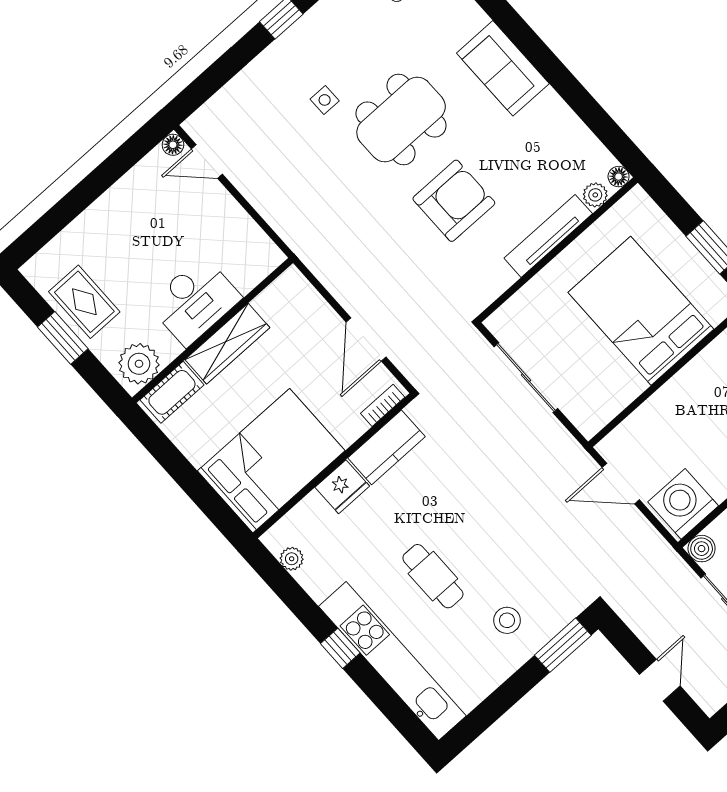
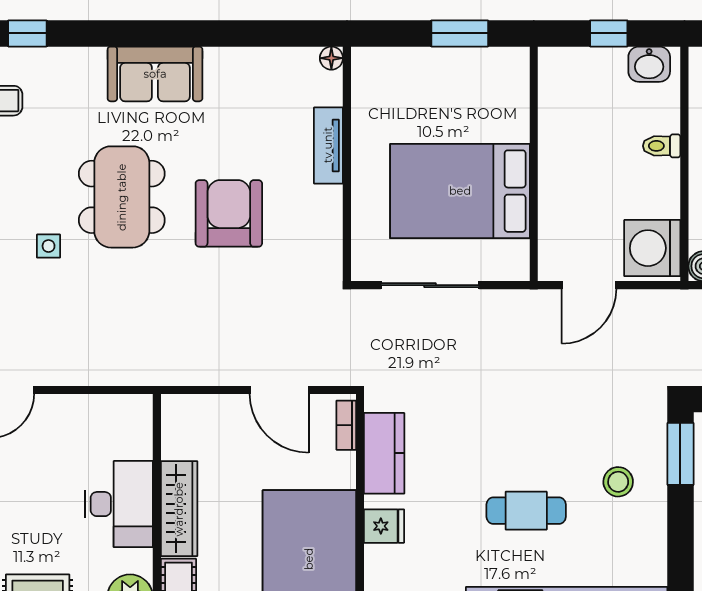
plant: (595, 195) -> (329, 91), removed
tv unit: (548, 236) -> (328, 145), width x0.71
bed: (641, 311) -> (460, 191), moved
fridge: (342, 487) -> (384, 526), width x0.72

